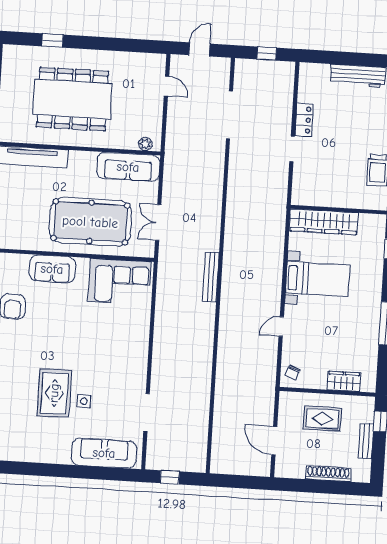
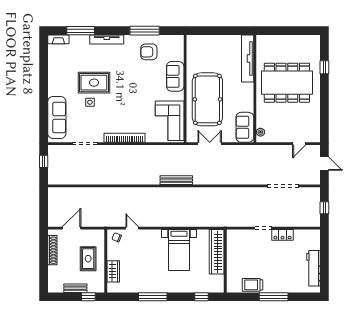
dining table: (72, 99) -> (287, 83), turned 90
sofa: (128, 167) -> (245, 127), width x0.73
door: (281, 326) -> (132, 228), moved
bookcase: (141, 352) -> (124, 138), added
shoe rack: (328, 474) -> (52, 250), moved

